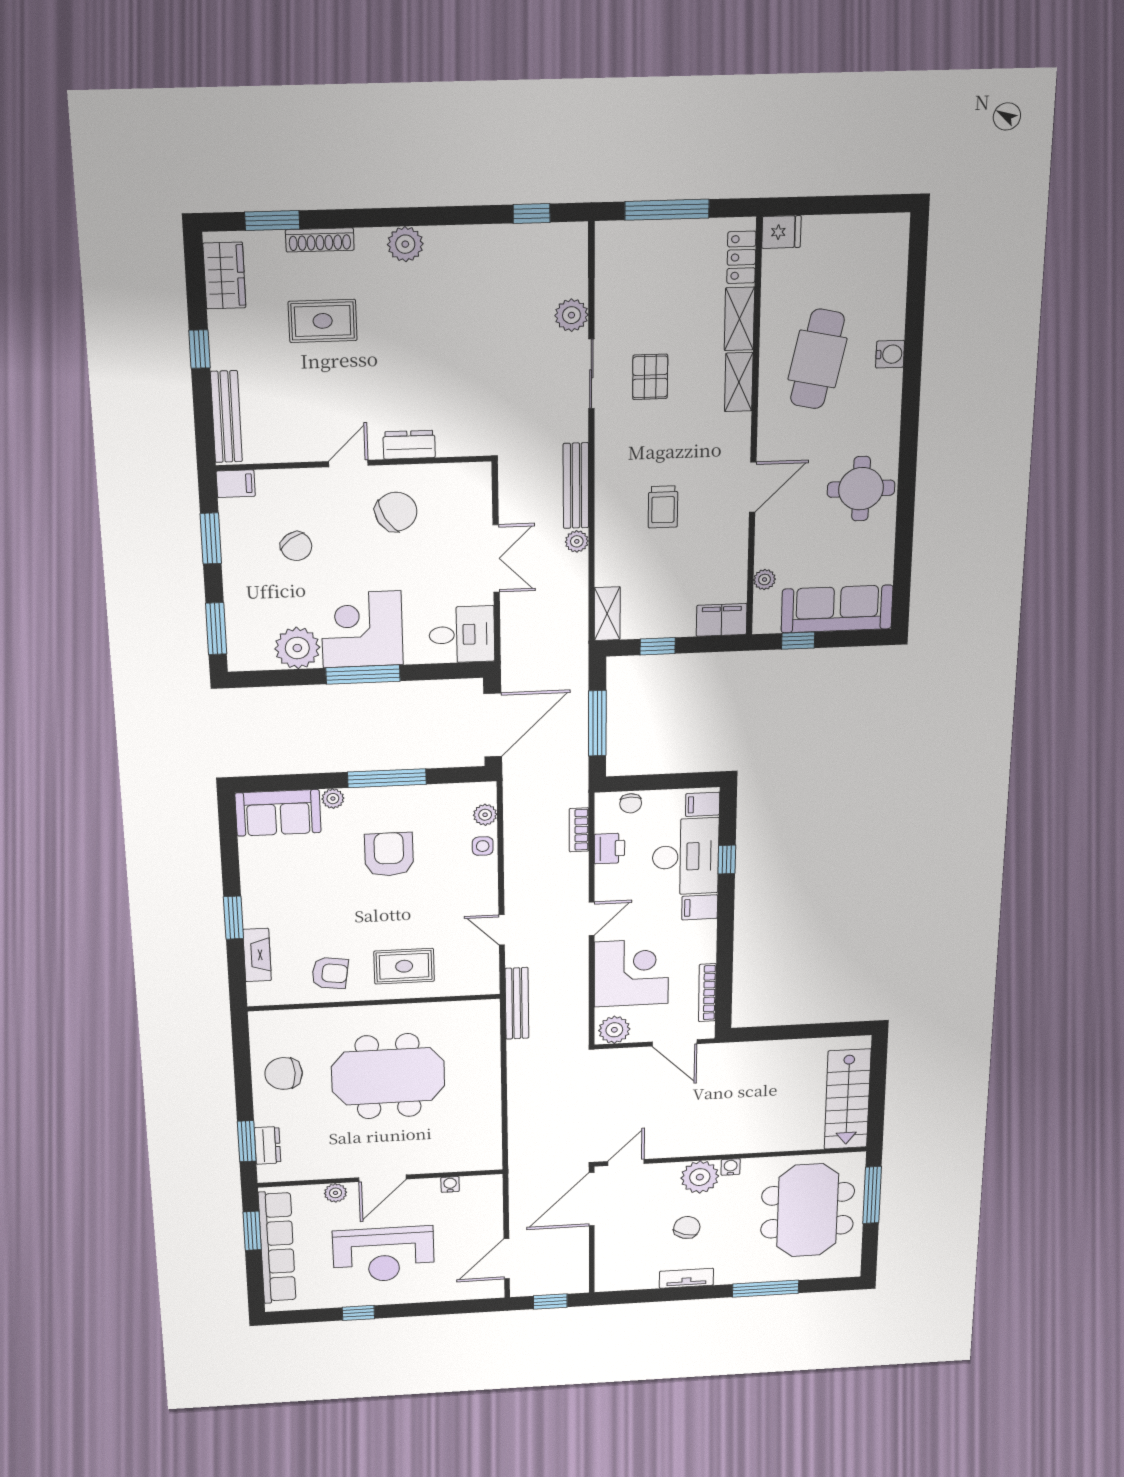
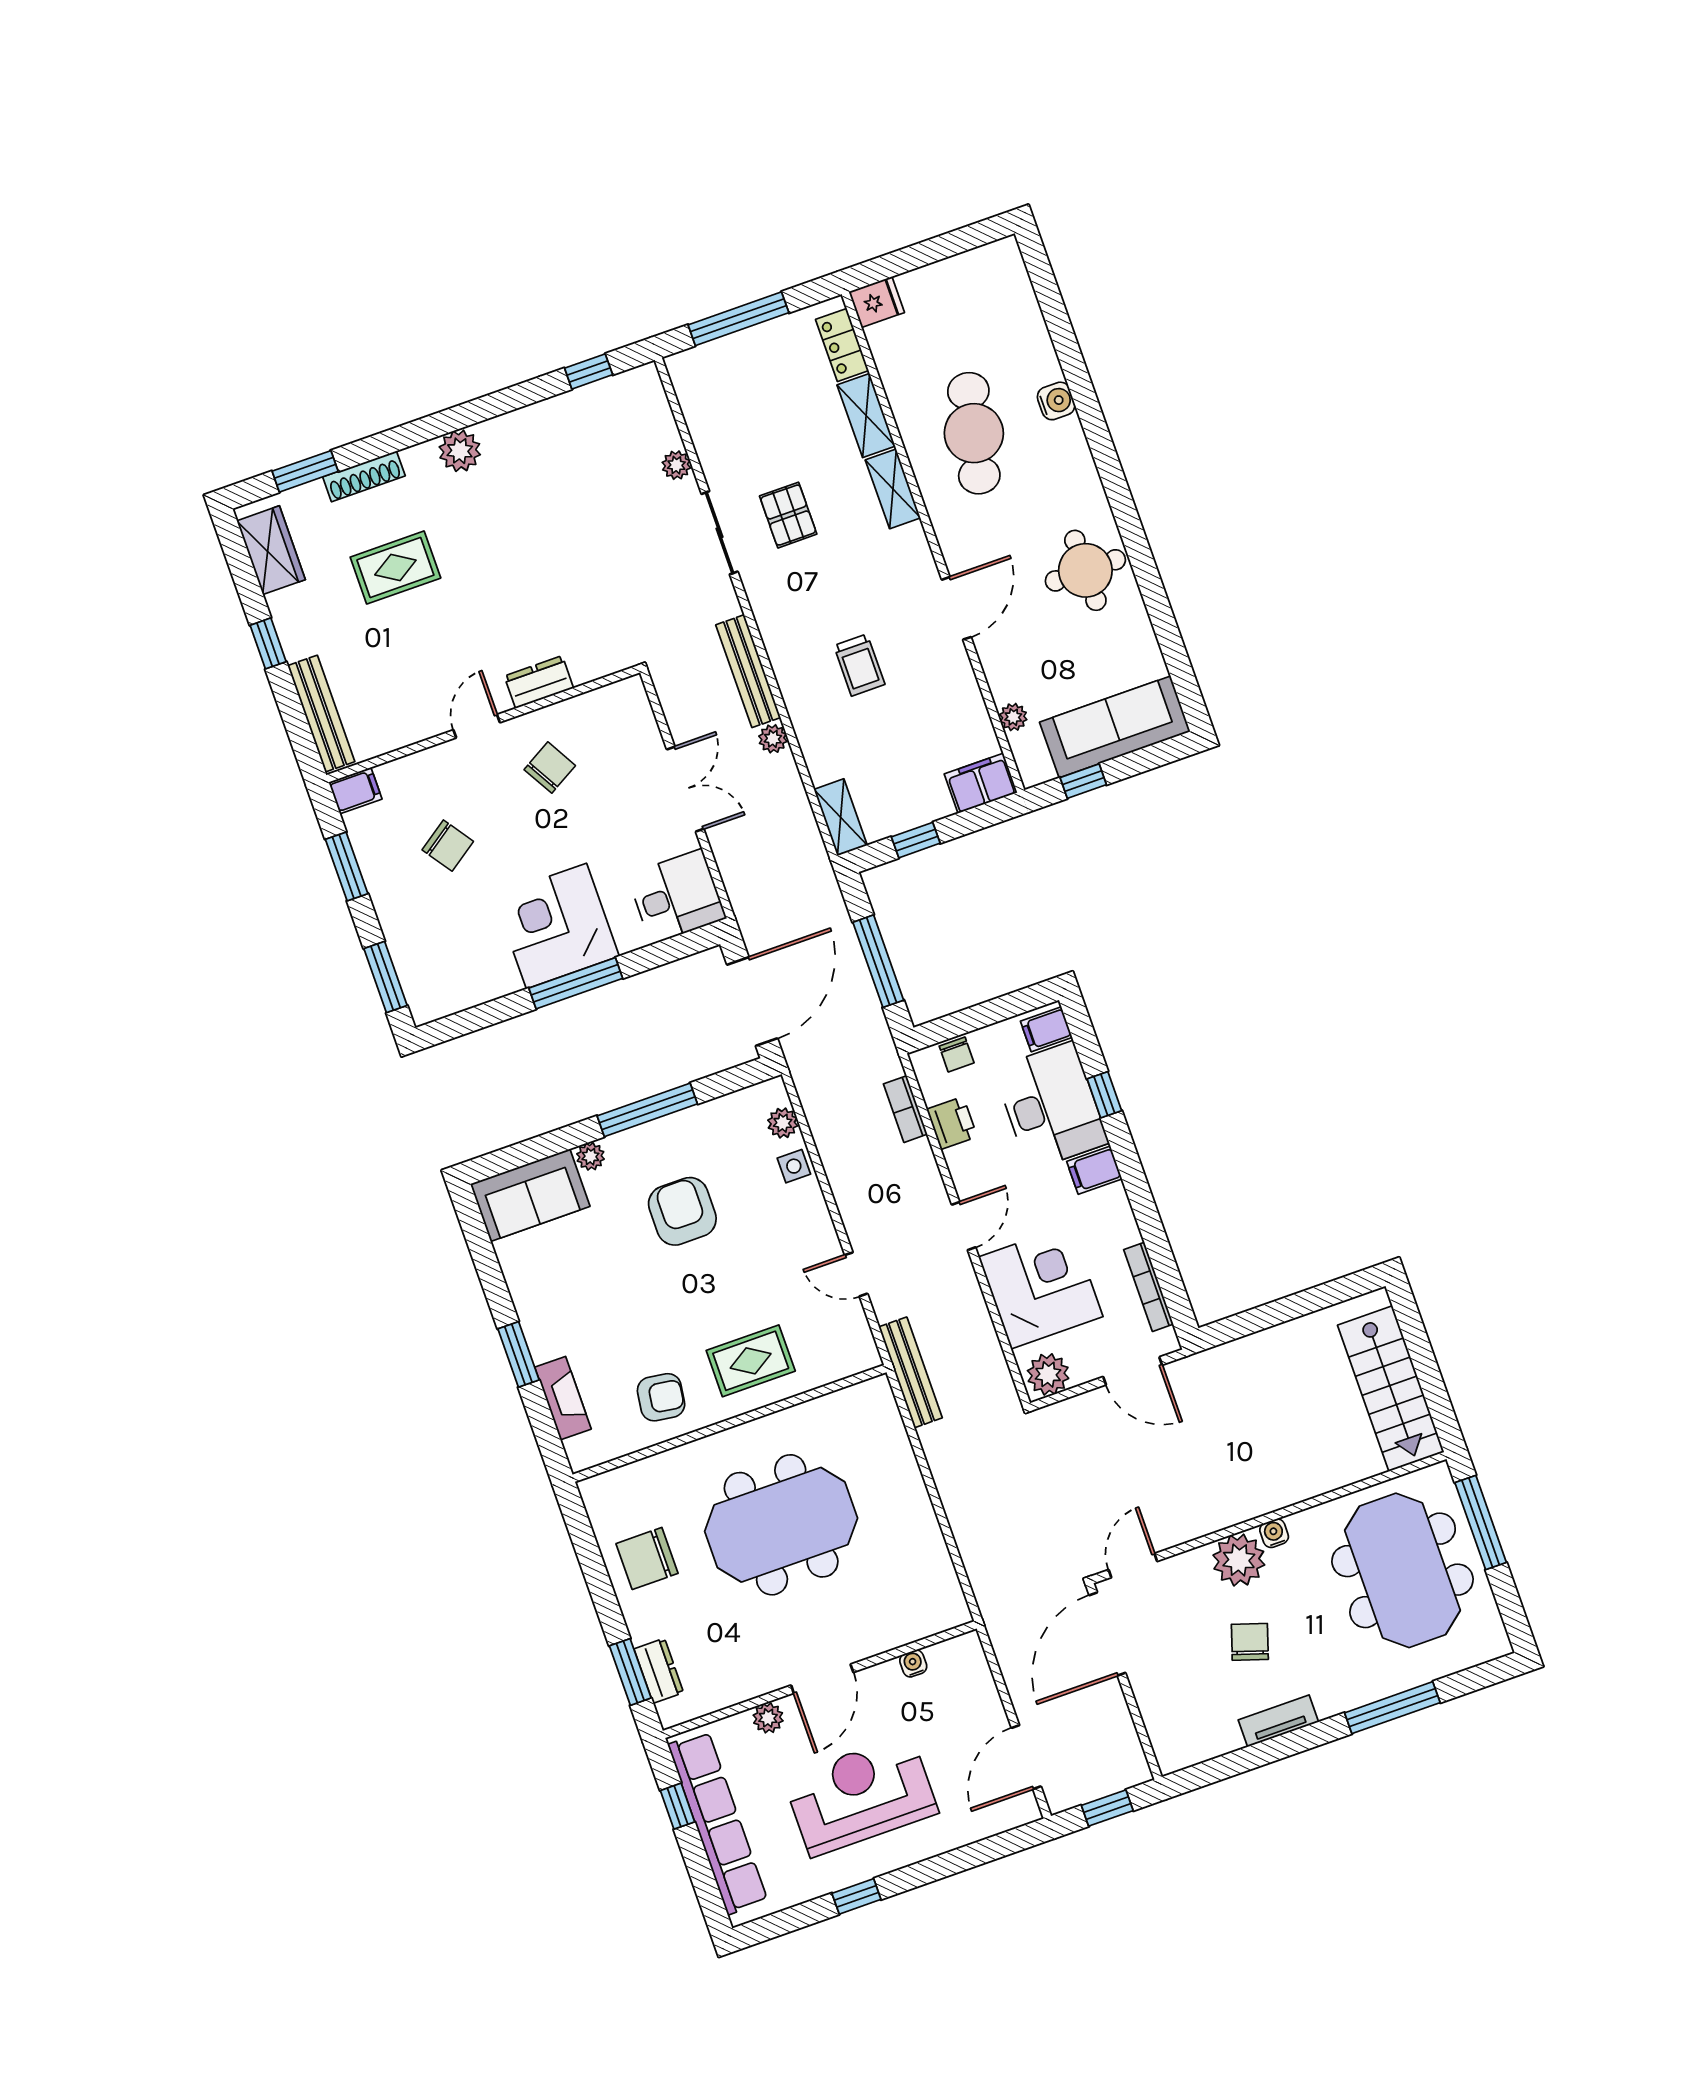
plant: (571, 315) -> (676, 465), width x0.73, depth x0.73
chair: (396, 512) -> (550, 768), width x0.73, depth x0.73
plant: (297, 648) -> (488, 973), removed
window: (252, 1231) -> (678, 1806), width x0.67
reception desk: (384, 1254) -> (861, 1795), turned 180

